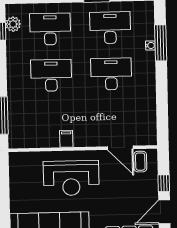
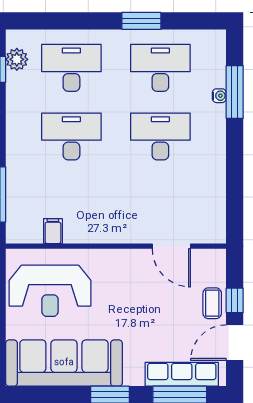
filing cabinet: (66, 139) -> (53, 231), moved
coffee table: (140, 162) -> (212, 303), moved
reception desk: (71, 178) -> (50, 291), moved

